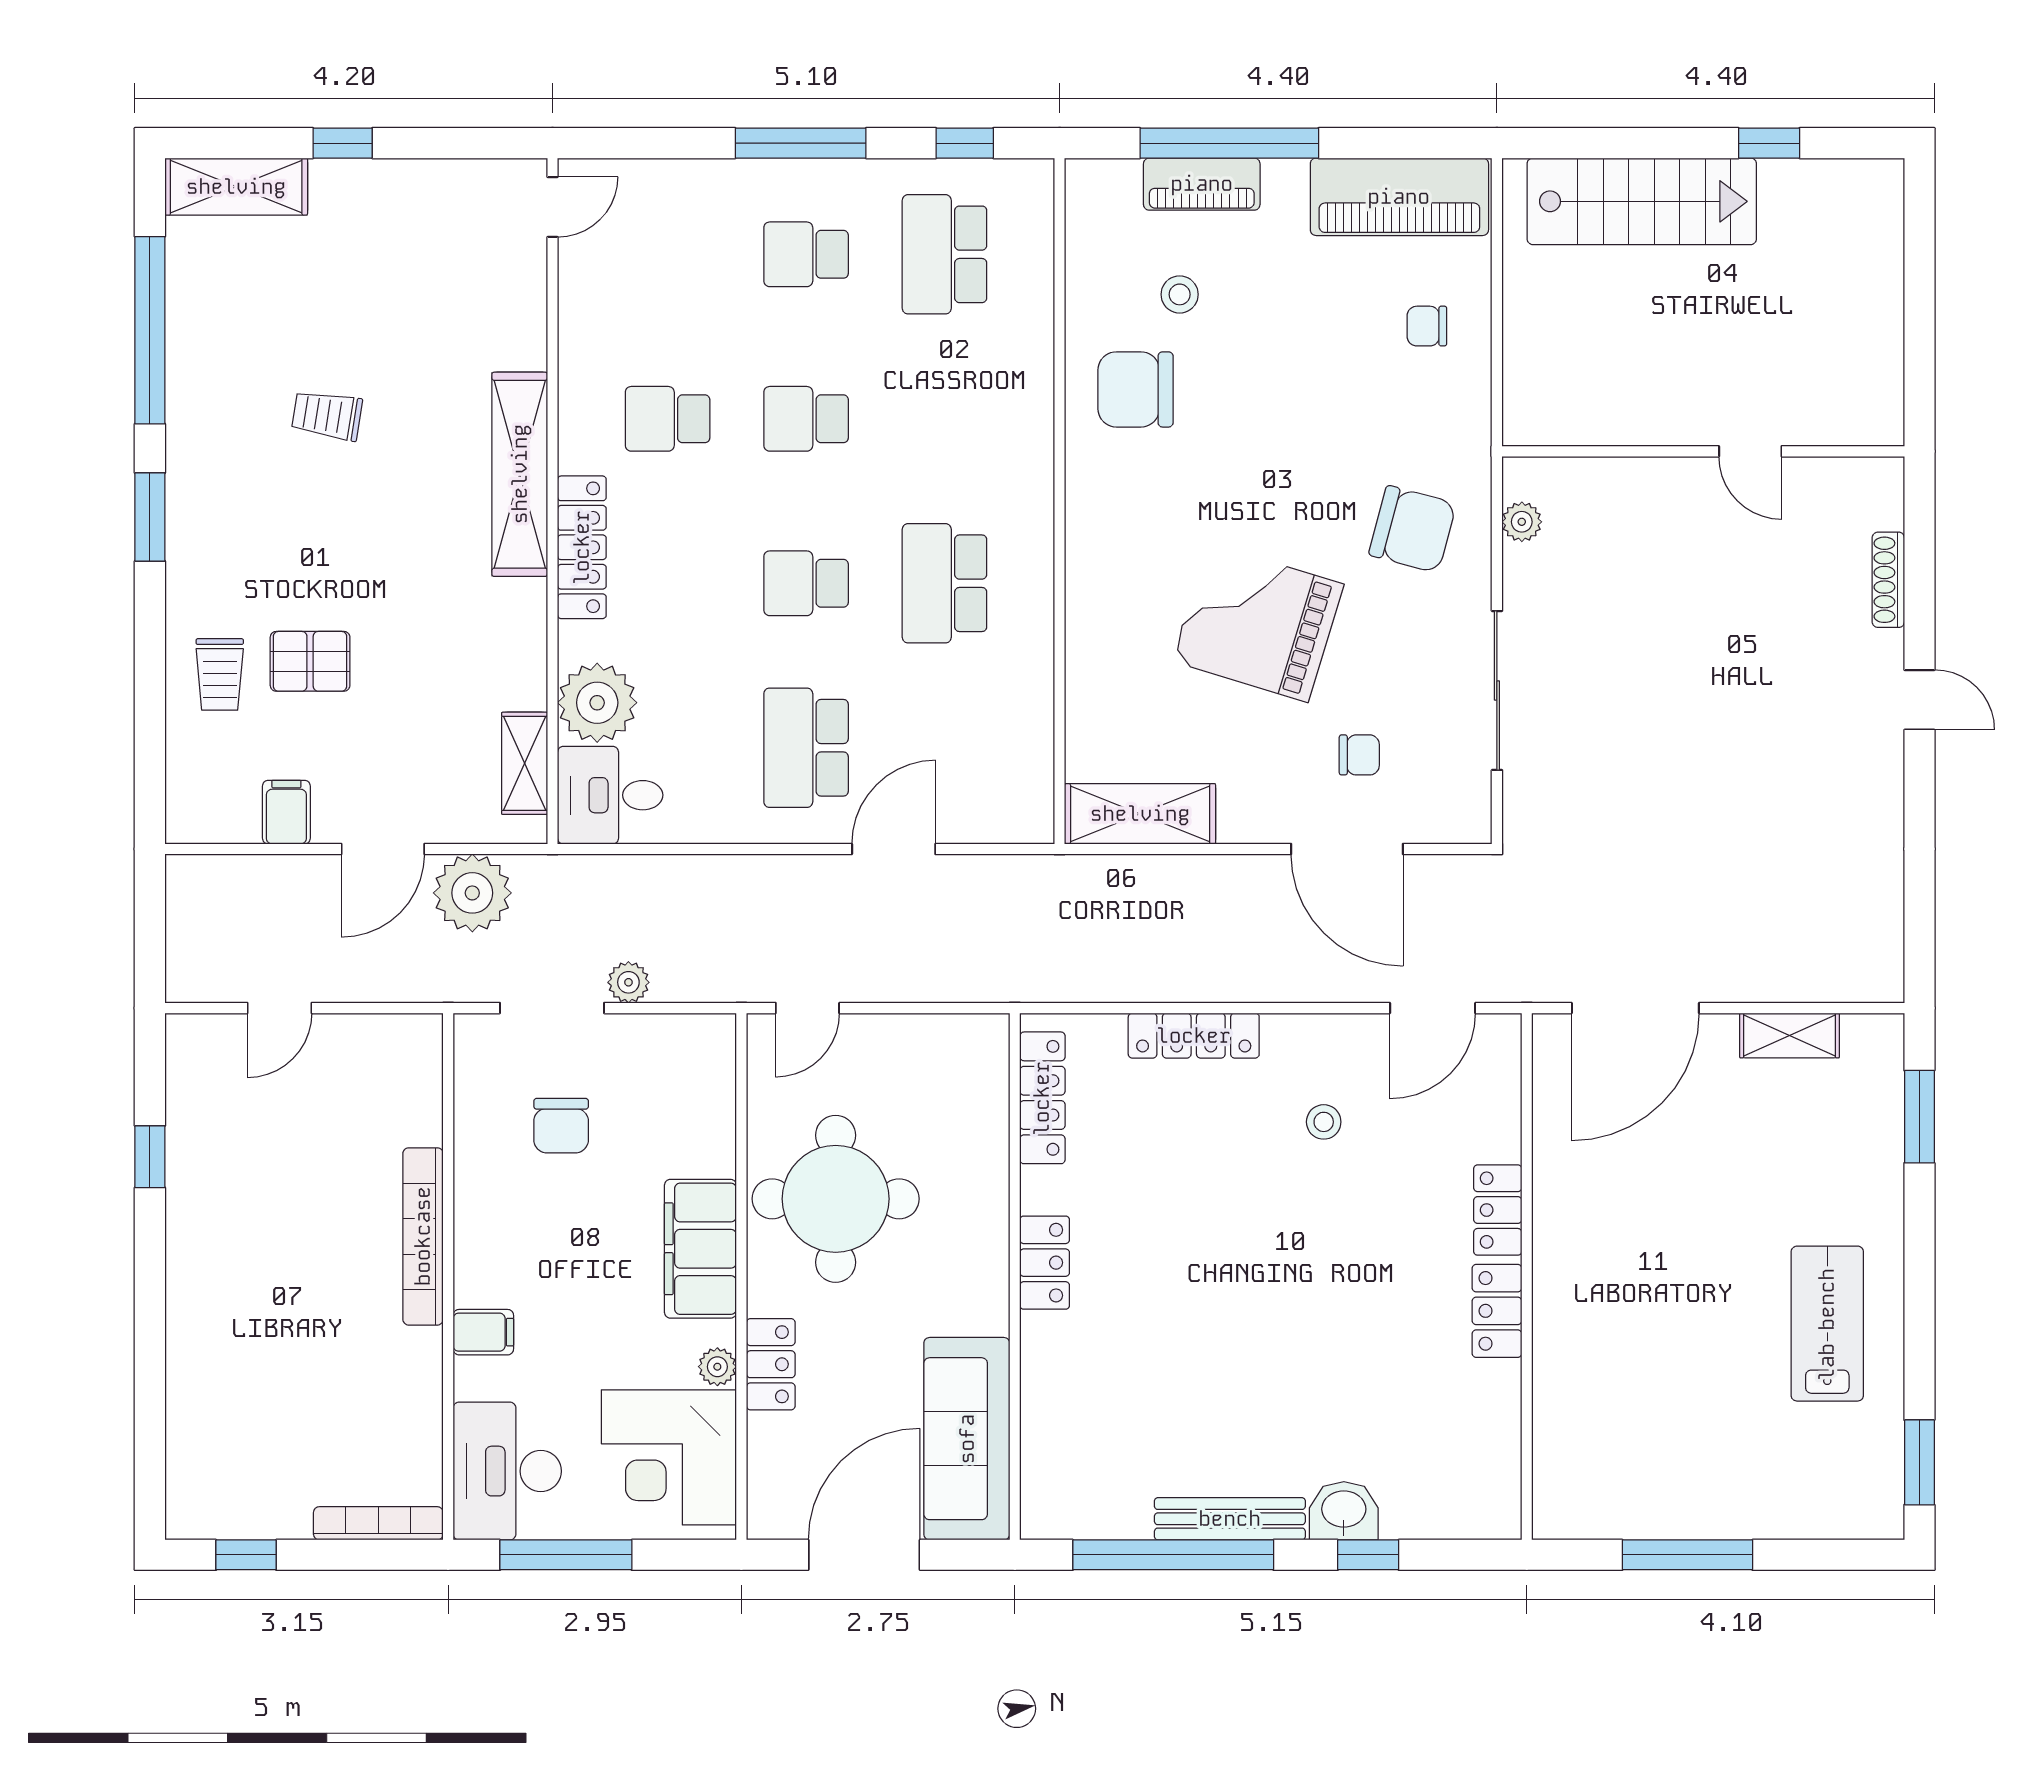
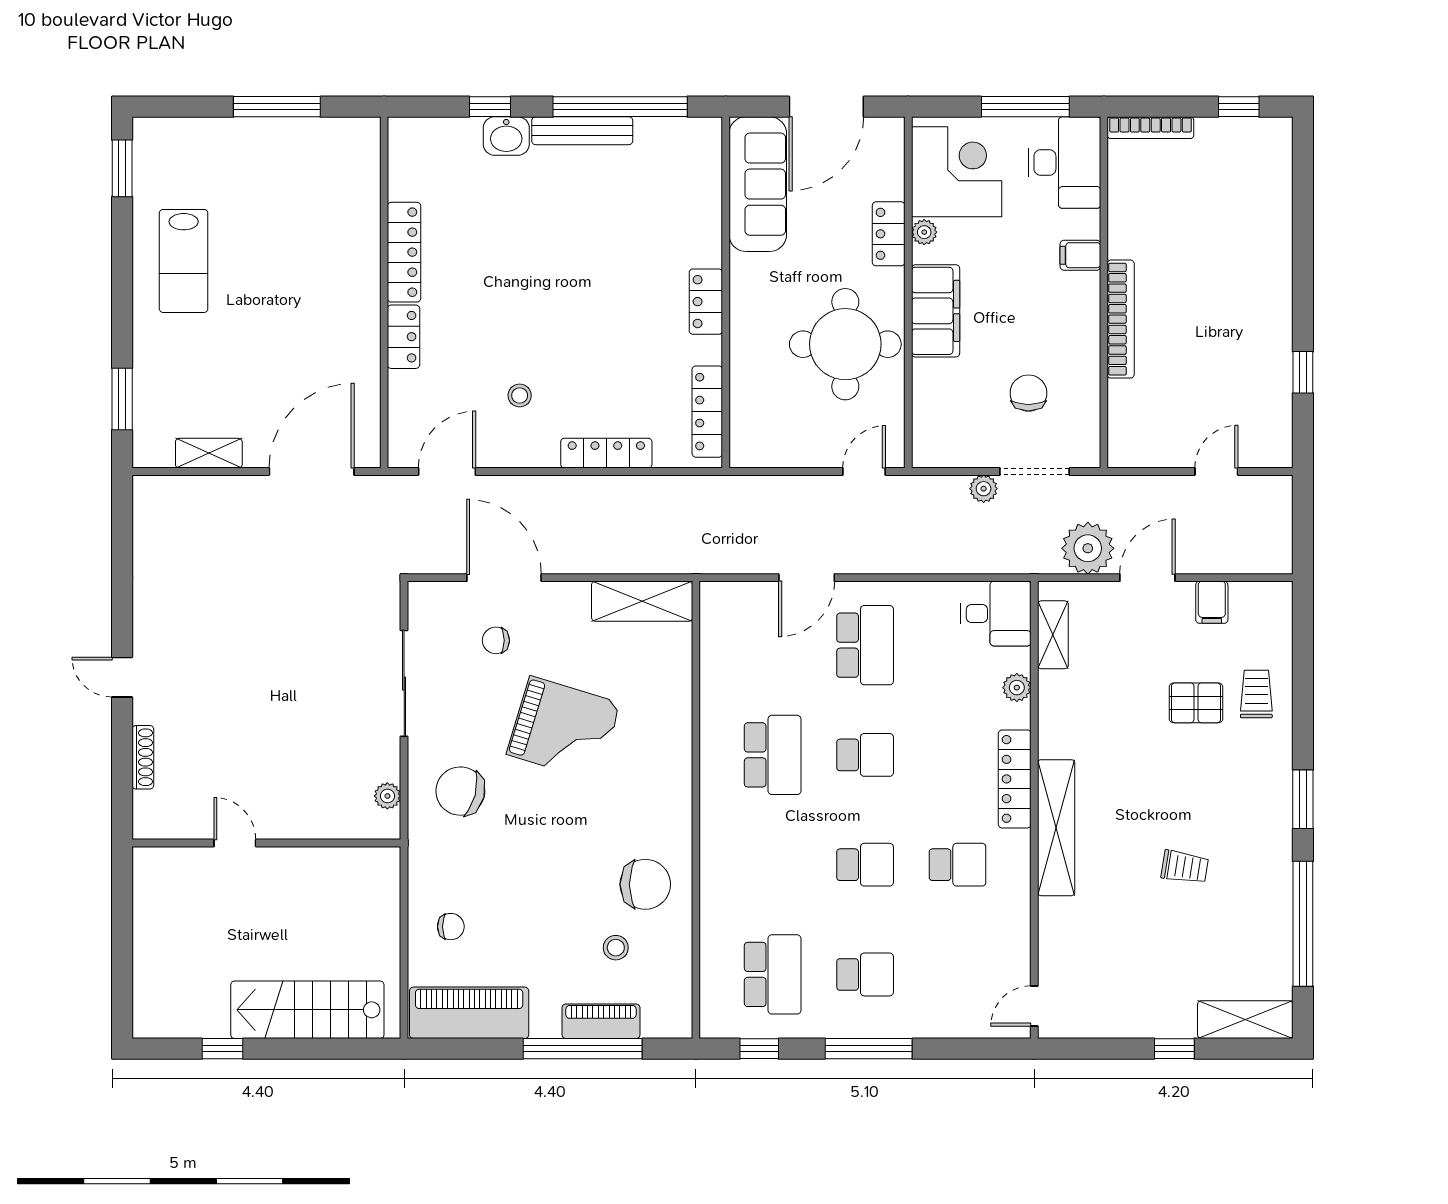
plant: (597, 703) -> (1017, 688), width x0.53, depth x0.53
locker: (1497, 1311) -> (404, 252), width x1.53

